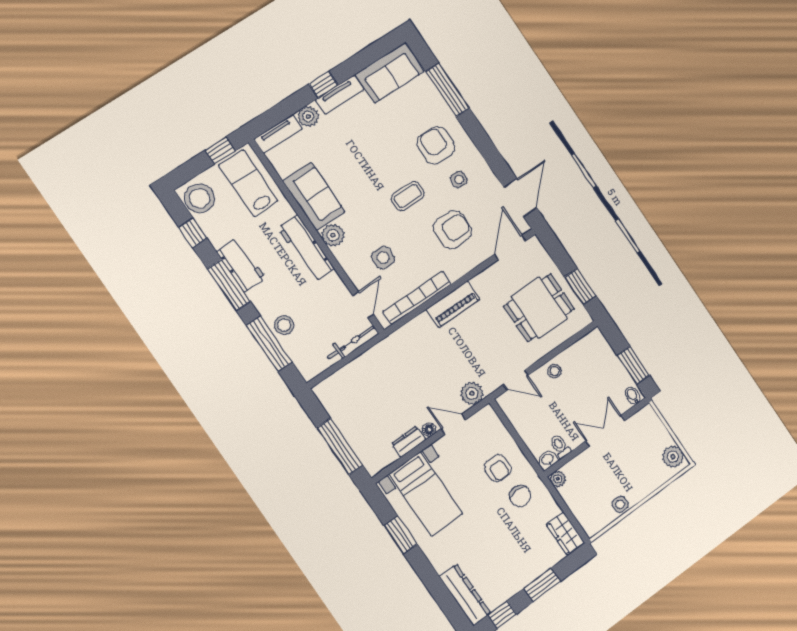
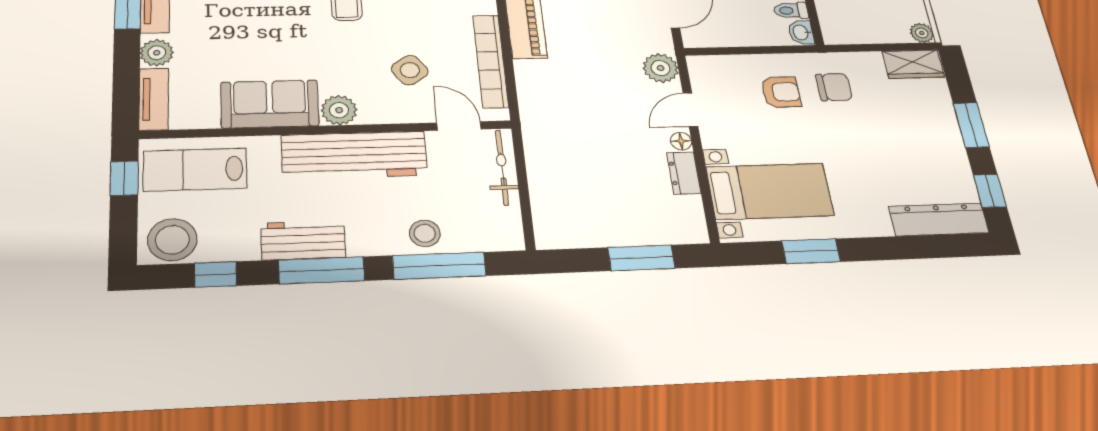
workbench: (306, 248) -> (354, 155), width x1.36, depth x1.32
side table: (383, 258) -> (410, 70), turned -36
window: (340, 447) -> (641, 258), width x0.69
plant: (558, 479) -> (922, 33), moved

